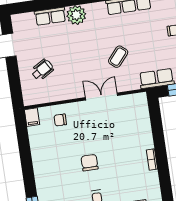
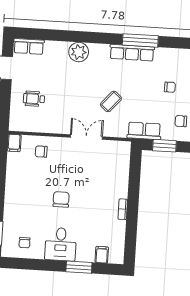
row of seats: (50, 16) -> (29, 46), moved
wheelchair: (42, 70) -> (34, 99), turned -149

